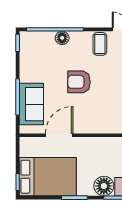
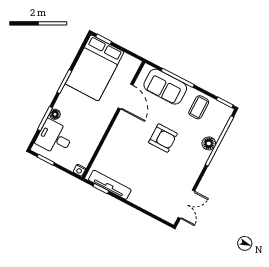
coffee table: (100, 44) -> (199, 107), moved, turned 90
armchair: (79, 82) -> (163, 138), turned 90
floor lamp: (104, 186) -> (55, 114), width x0.53, depth x0.53

